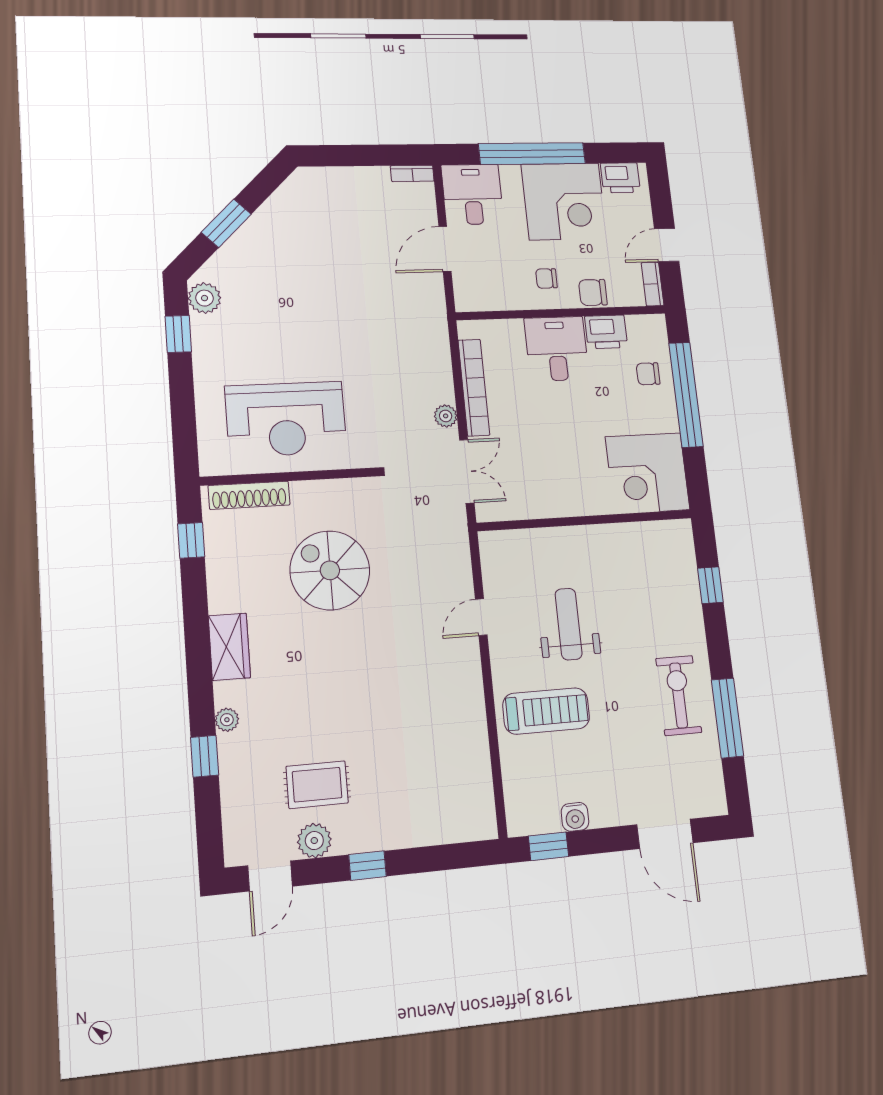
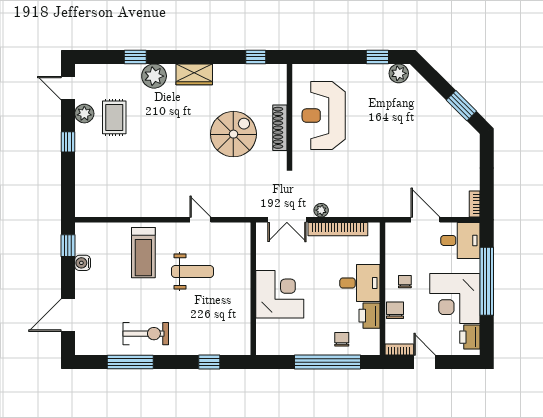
window: (226, 223) -> (461, 106), moved
corner desk: (648, 473) -> (280, 294), moved, turned 90
shoe rack: (249, 495) -> (280, 128), moved
plant: (227, 720) -> (154, 76), width x1.88, depth x1.88

